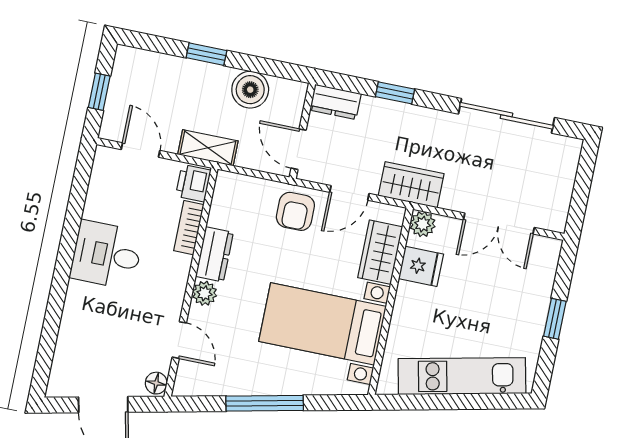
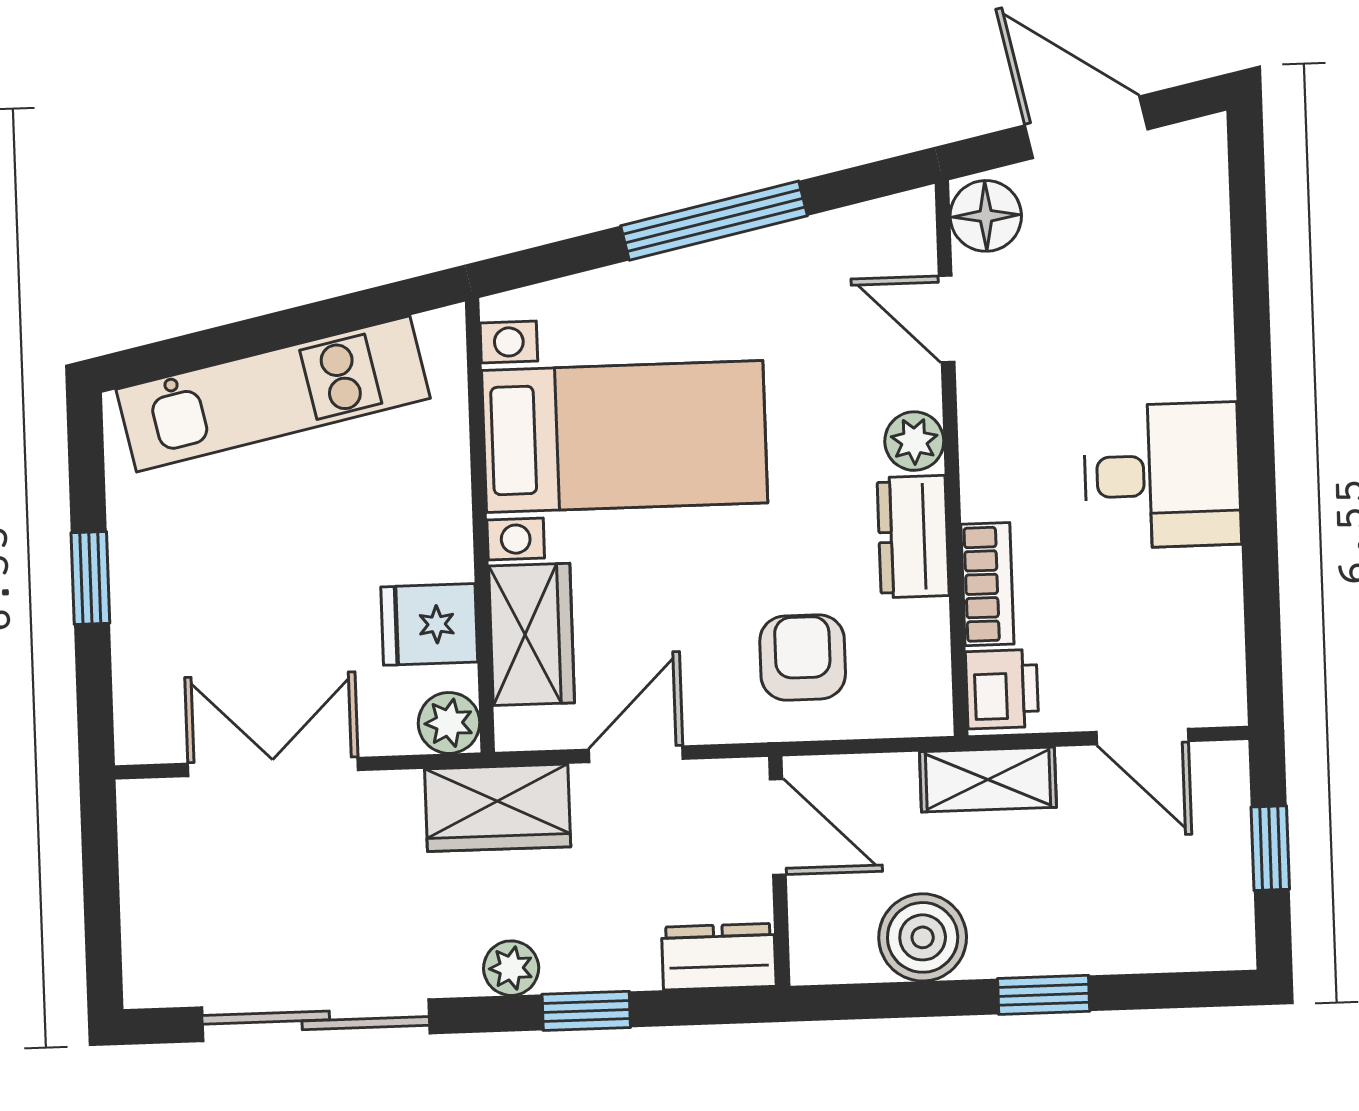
plant: (421, 118) -> (511, 968), added
armchair: (295, 211) -> (803, 657), moved
floor lamp: (156, 383) -> (986, 216), width x1.37, depth x1.37

